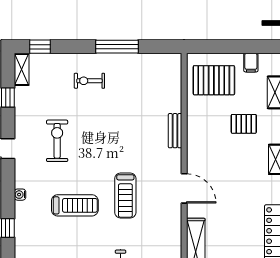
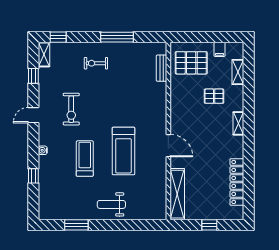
bench: (175, 131) -> (161, 68), moved
exercise bike: (57, 141) -> (71, 109), turned 180
treadmill: (125, 195) -> (123, 151), width x1.37, depth x1.38
treadmill: (75, 205) -> (85, 159), turned -90

